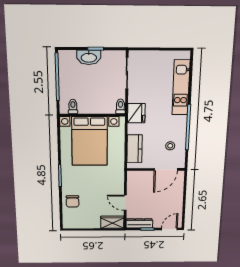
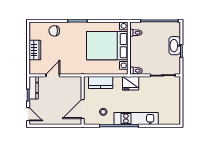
kitchen unit: (181, 88) -> (136, 119), moved
door: (166, 169) -> (83, 109), hinge flipped
wardrobe: (112, 222) -> (35, 50), moved

